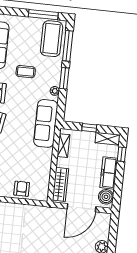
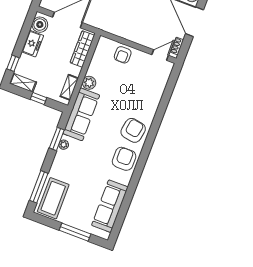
window: (43, 15) -> (75, 232), moved
coffee table: (26, 72) -> (88, 172), removed
window: (64, 78) -> (57, 139), moved
plant: (46, 155) -> (89, 83), added
freezer: (109, 173) -> (32, 44), width x0.71

